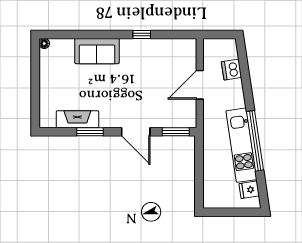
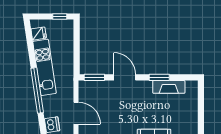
door: (200, 85) -> (76, 113), hinge flipped
window: (255, 141) -> (37, 90), moved
window: (221, 212) -> (60, 16), added

